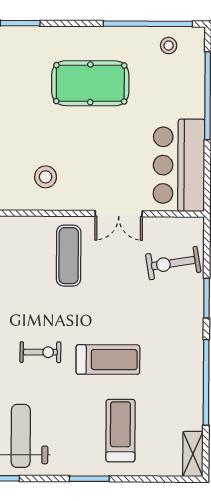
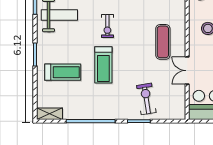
exercise mat: (69, 256) -> (163, 42), turned 90
exercise bike: (173, 263) -> (146, 99), moved

